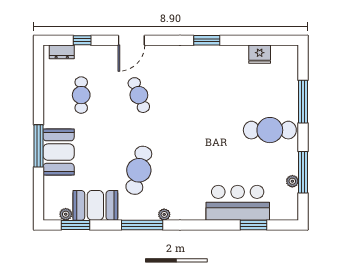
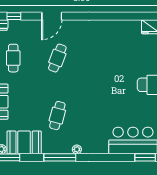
window: (207, 40) -> (109, 16), removed
cafe table: (139, 95) -> (57, 58), turned 42
cafe table: (139, 170) -> (57, 116), width x0.73, depth x0.74

